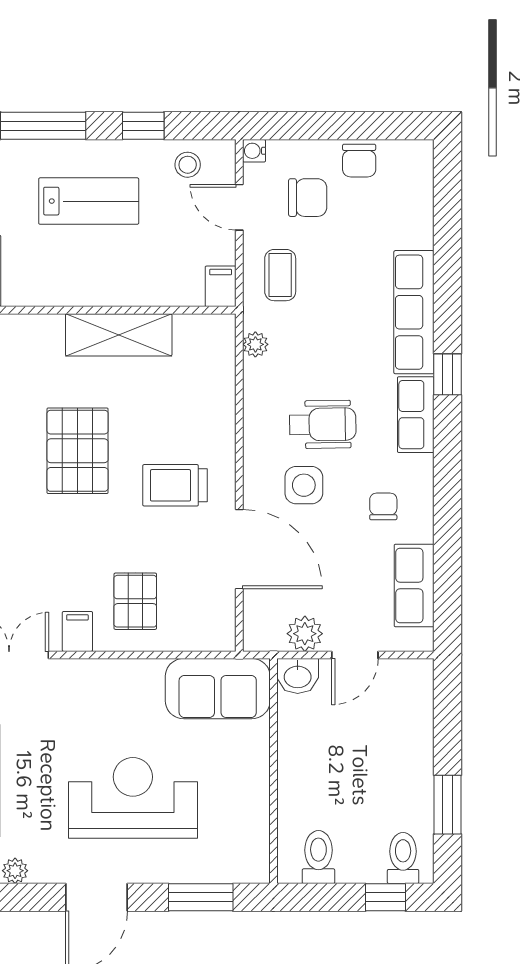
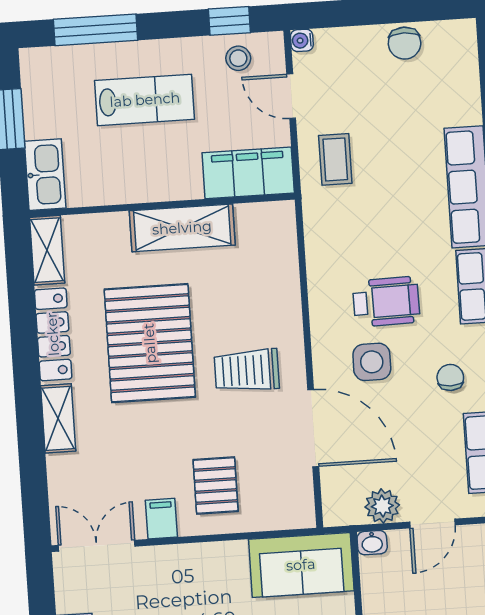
window: (143, 126) -> (229, 21), moved
chair: (308, 198) -> (357, 82), removed
filing cabinet: (221, 286) -> (248, 173), width x3.00, depth x1.17
plant: (255, 344) -> (316, 228), removed
pallet: (78, 451) -> (150, 343), width x1.37, depth x1.41
washbasin: (298, 676) -> (372, 543), width x0.72, depth x0.69

